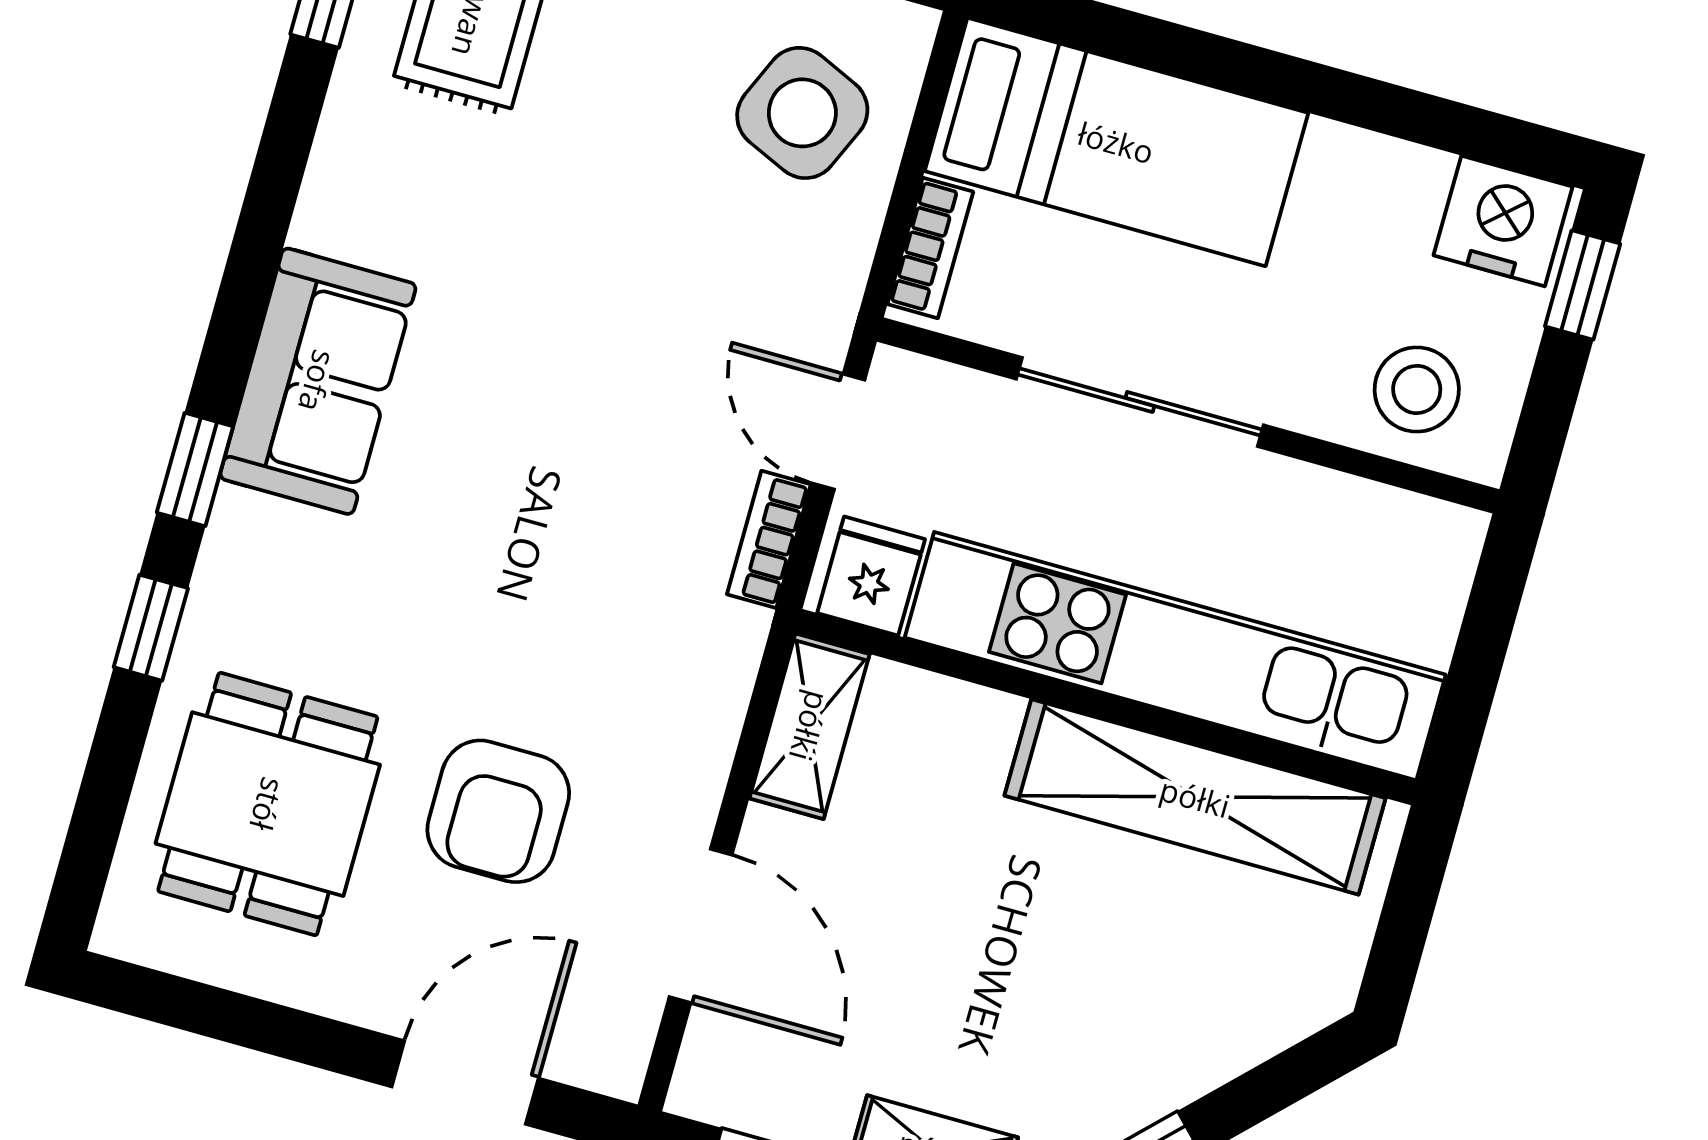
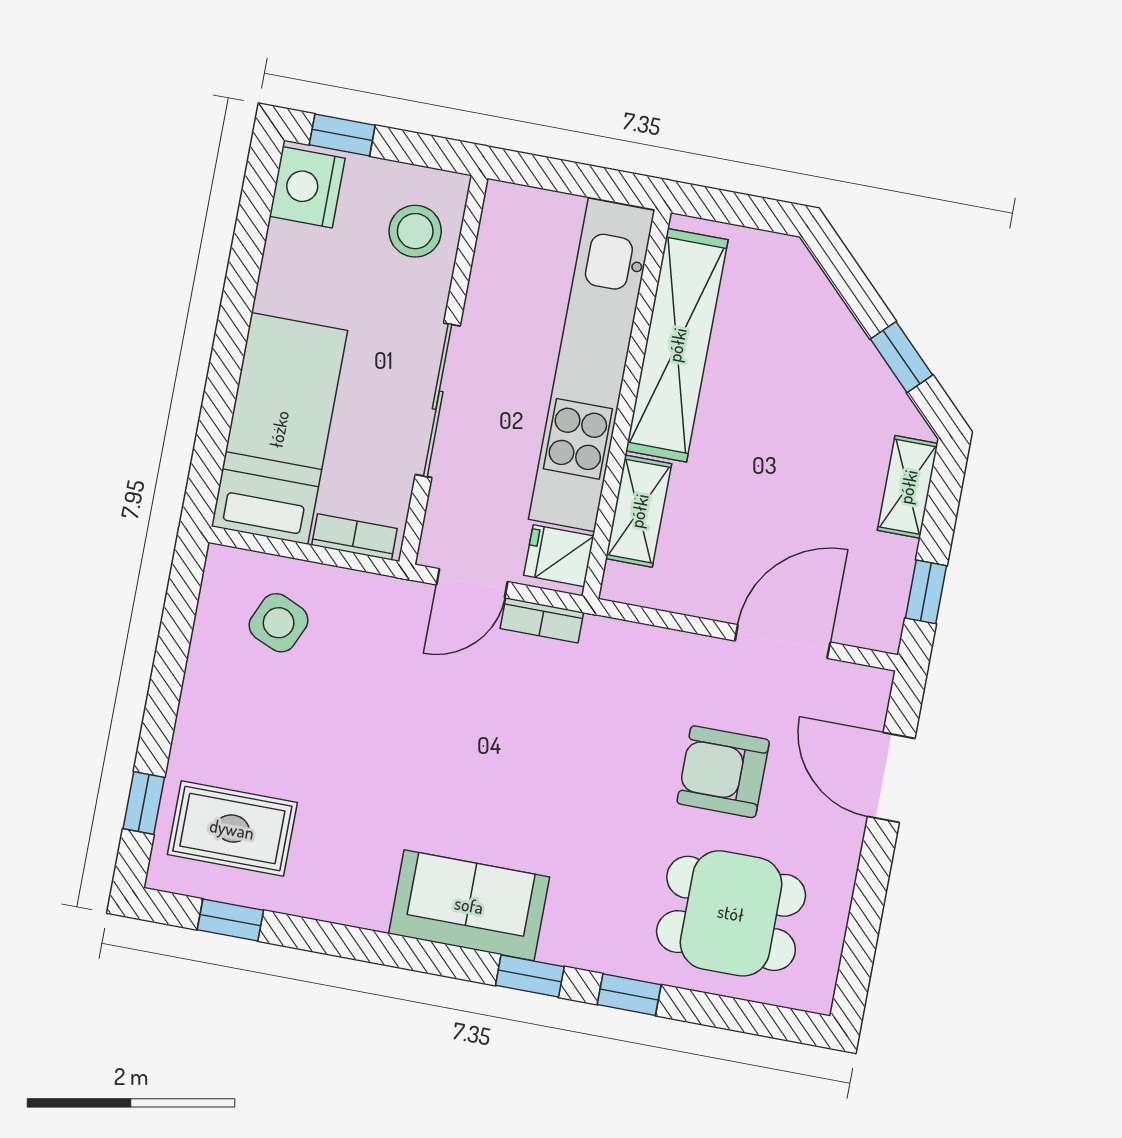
side table: (802, 113) -> (279, 623), width x0.73, depth x0.73
shelving: (810, 726) -> (639, 511), moved, turned 90
armchair: (498, 811) -> (723, 772), turned 180

